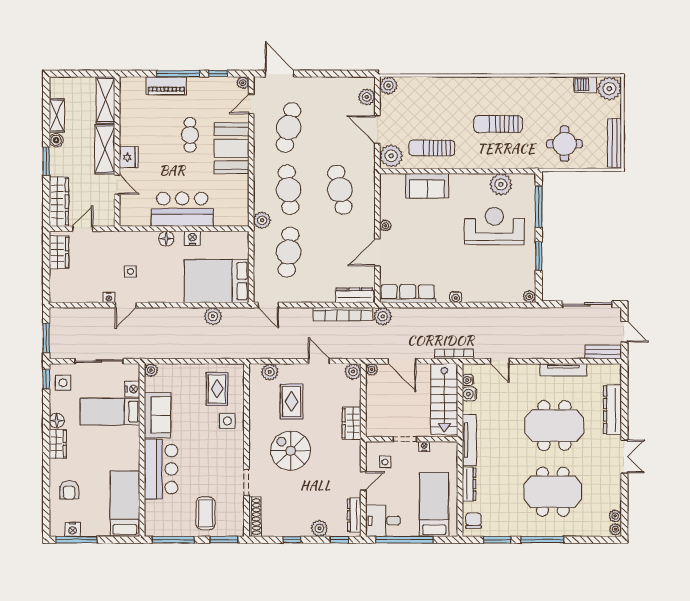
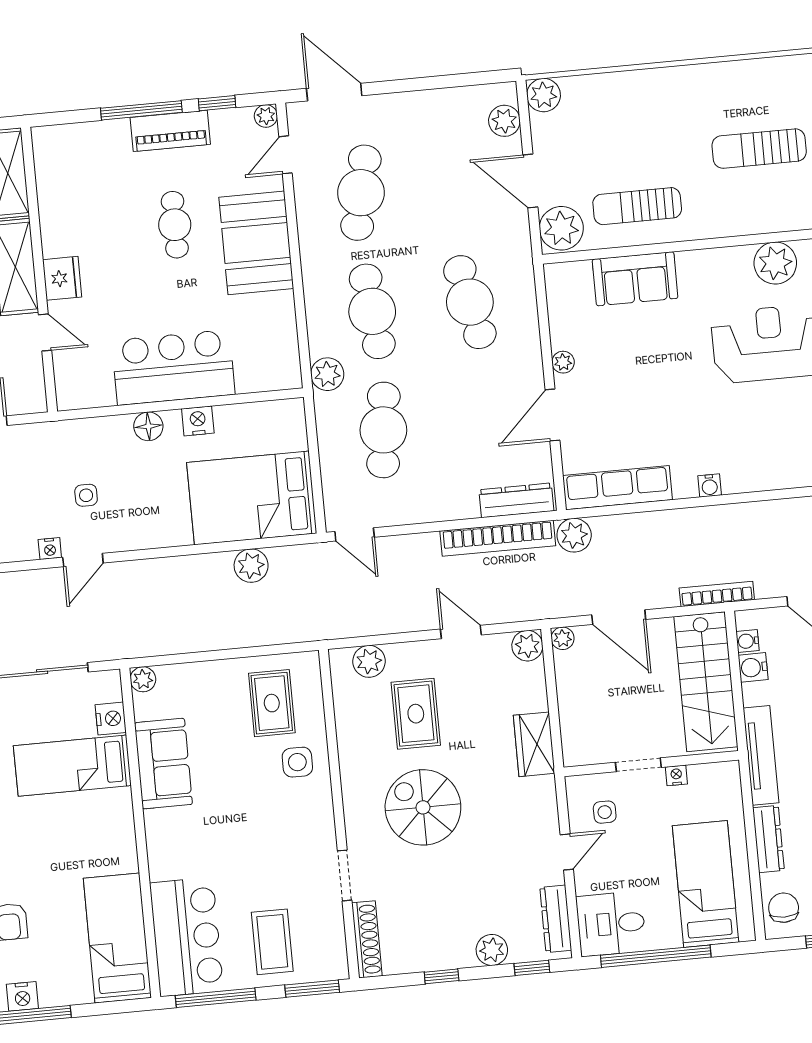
piano: (166, 86) -> (170, 131), moved
bar counter: (161, 469) -> (187, 937), moved

